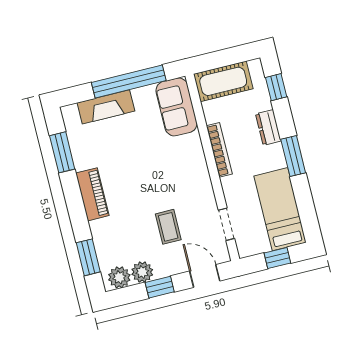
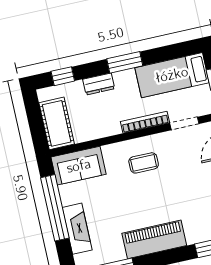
bookcase: (219, 150) -> (145, 122), moved
piano: (92, 194) -> (154, 239), width x1.37, depth x1.33
coffee table: (168, 227) -> (144, 163), moved

